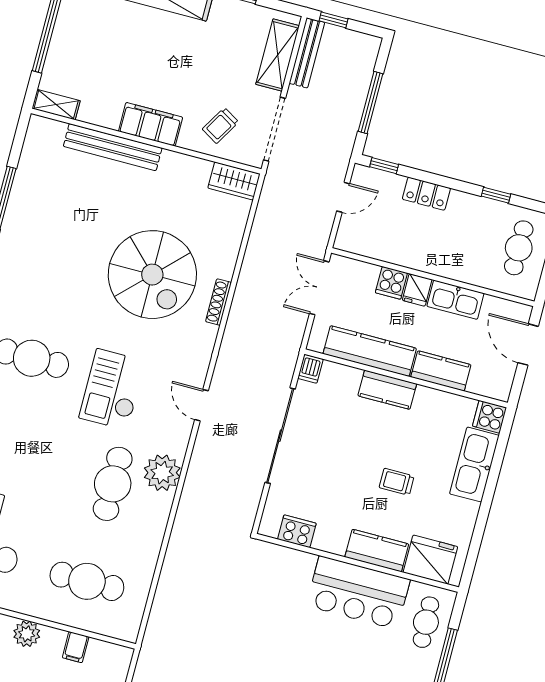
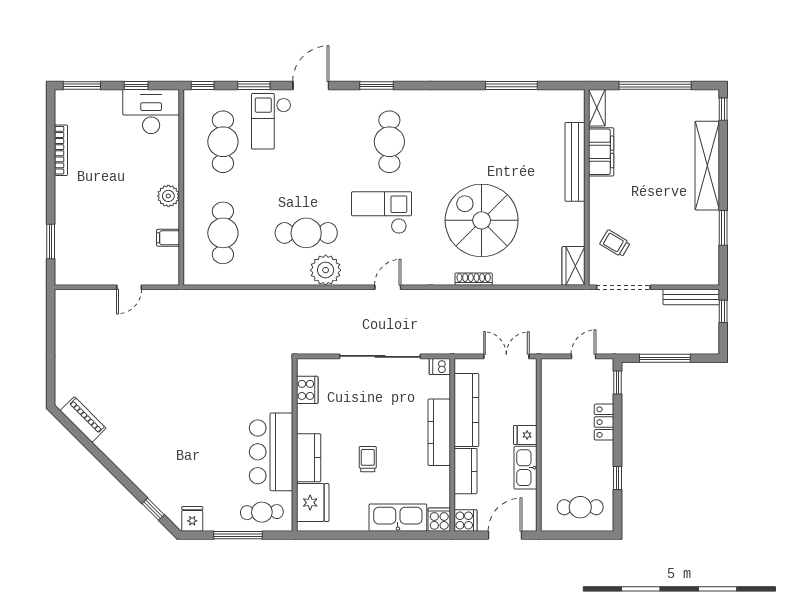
shelving: (278, 55) -> (683, 274), removed
filing cabinet: (151, 124) -> (601, 152), moved
door: (343, 197) -> (583, 356), swing flipped
spiral stairs: (152, 275) -> (482, 220), turned 90
cooker: (391, 283) -> (465, 521), moved, turned 180
kitchen counter: (387, 390) -> (439, 432), width x1.50

